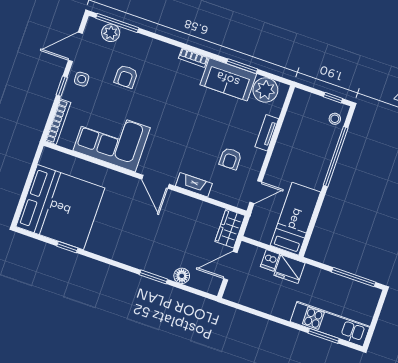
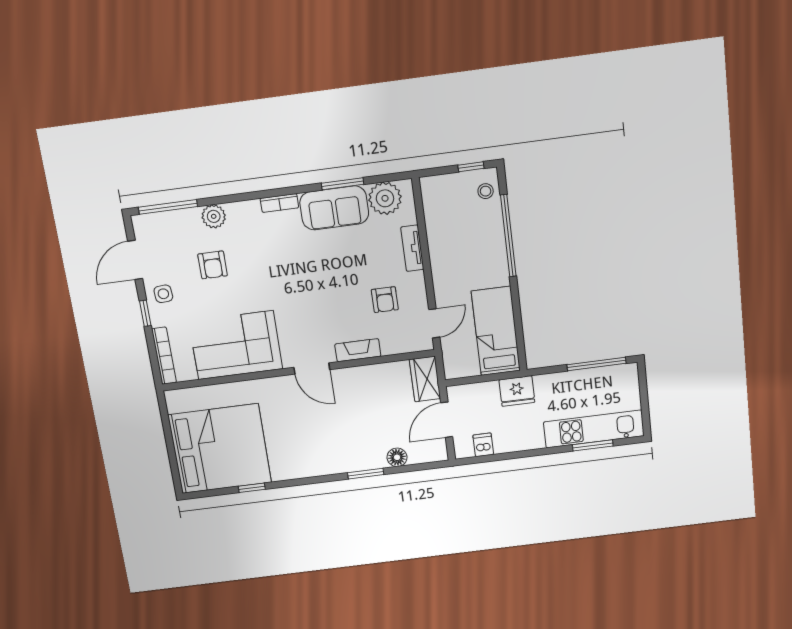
plant: (111, 33) -> (214, 216), moved
dishwasher: (270, 260) -> (483, 445), moved, turned 180

